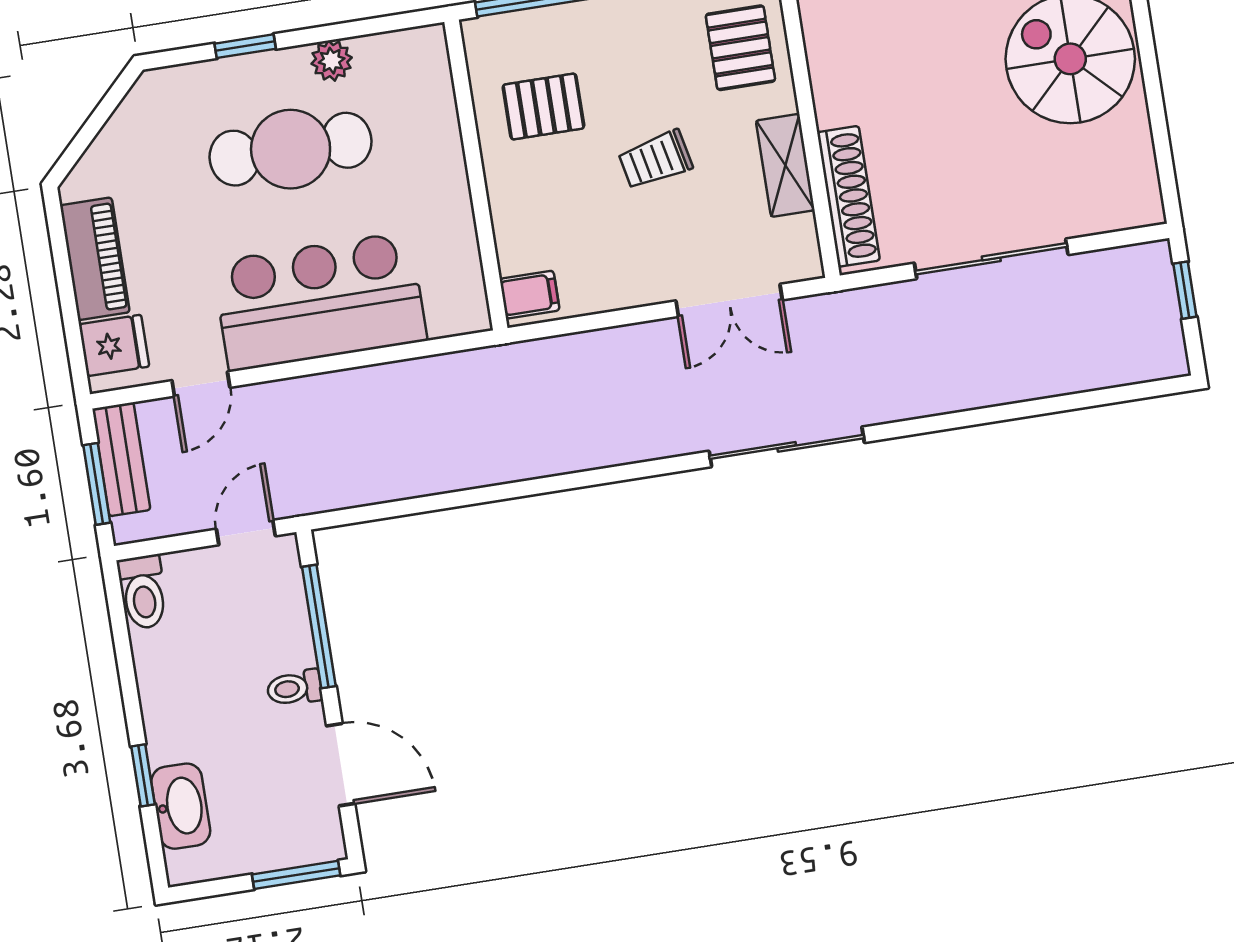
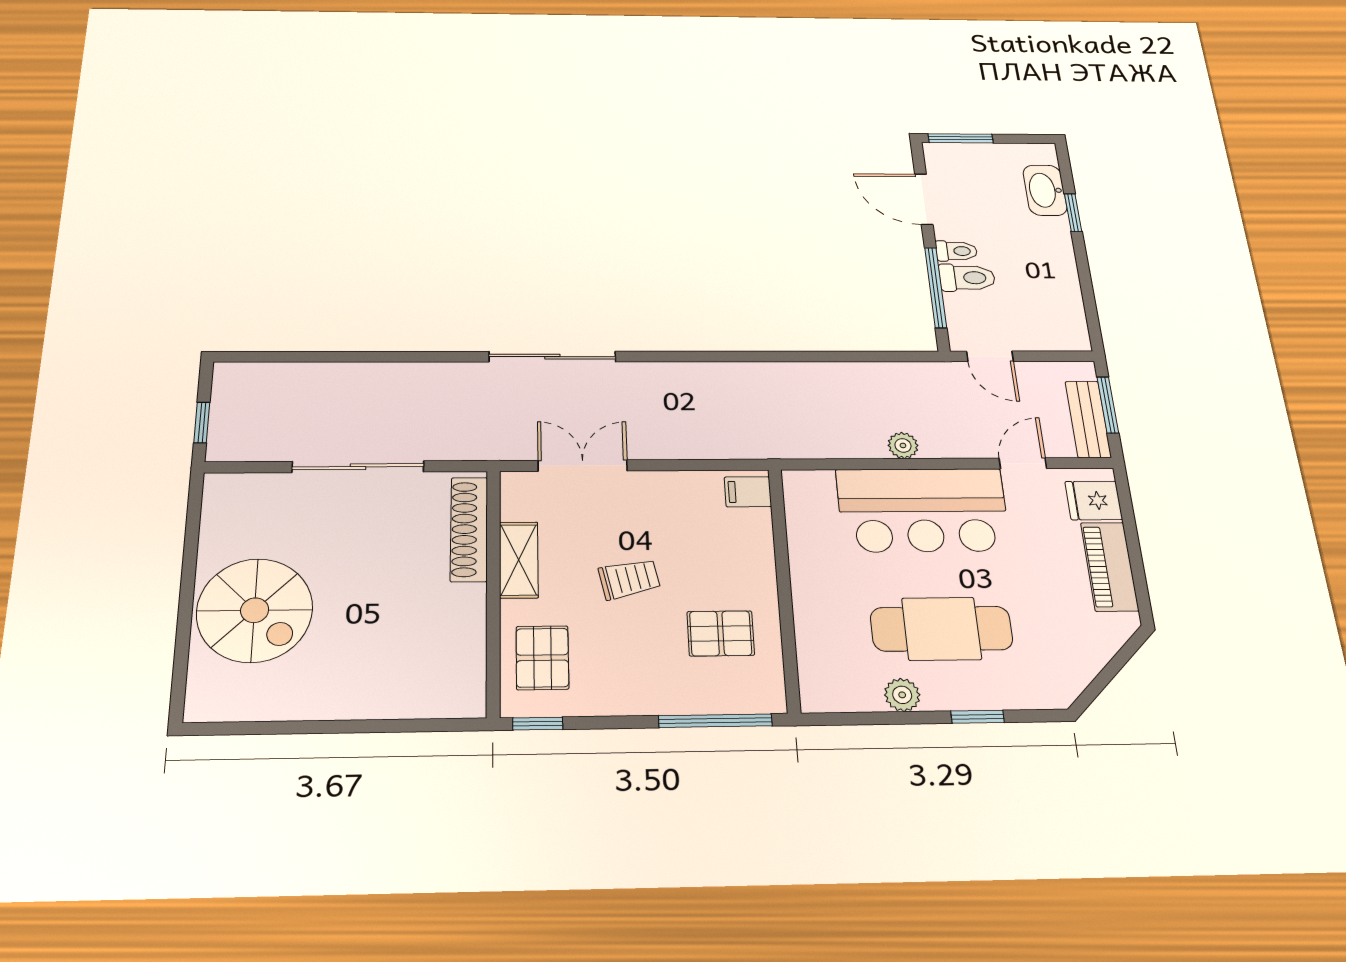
plant: (348, 387) -> (903, 445), added
door: (246, 533) -> (990, 356), hinge flipped
toilet: (143, 592) -> (967, 278), moved, turned 90

